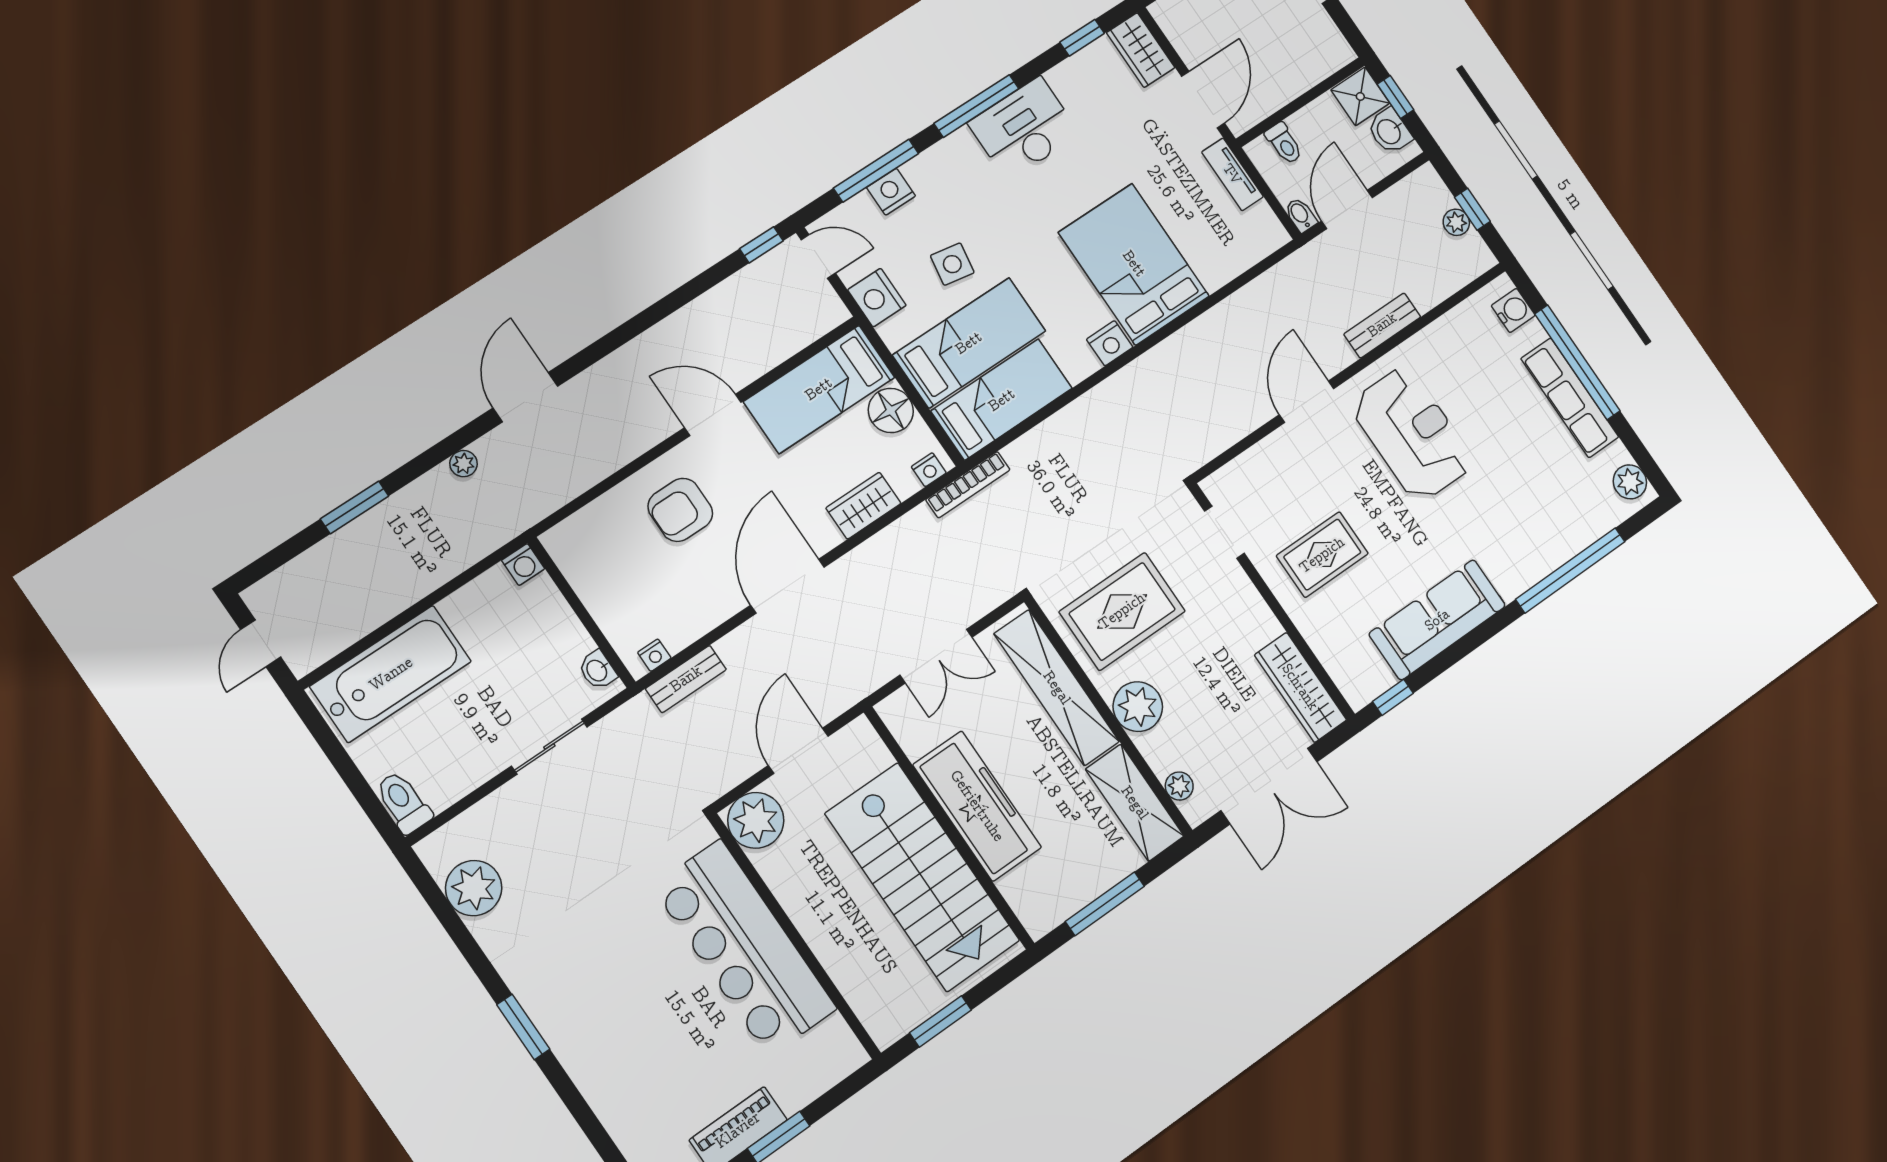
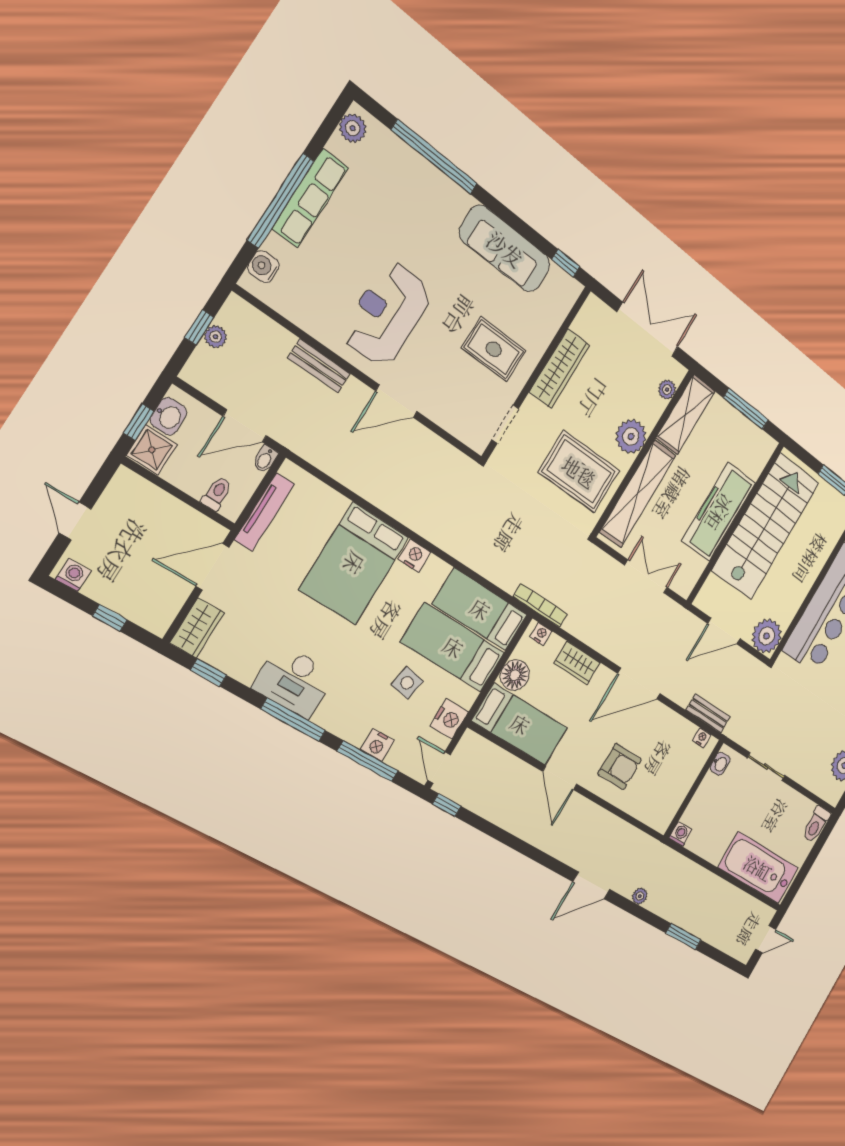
tv unit: (1232, 174) -> (264, 512), width x1.41
wardrobe: (1300, 687) -> (560, 369), moved

